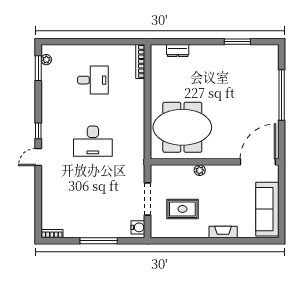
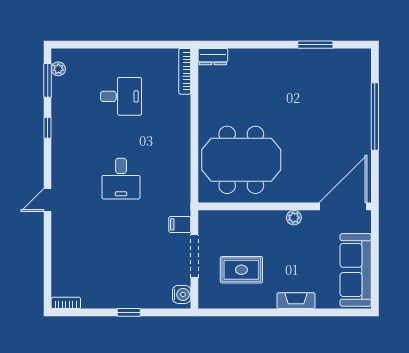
dresser: (178, 51) -> (213, 57), moved
window: (38, 131) -> (48, 128), moved
desk: (93, 141) -> (121, 179), width x0.73
plant: (200, 170) -> (294, 218), moved
filing cabinet: (137, 175) -> (180, 224), added
window: (99, 241) -> (129, 312), width x0.46

